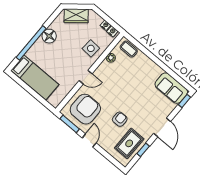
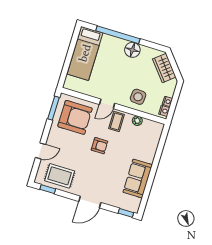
coffee table: (129, 49) -> (116, 122), moved
door: (86, 77) -> (107, 104), hinge flipped
sofa: (171, 88) -> (138, 179), moved
armchair: (120, 119) -> (100, 146), moved
door: (89, 140) -> (40, 151), moved
window: (143, 150) -> (48, 189), moved

